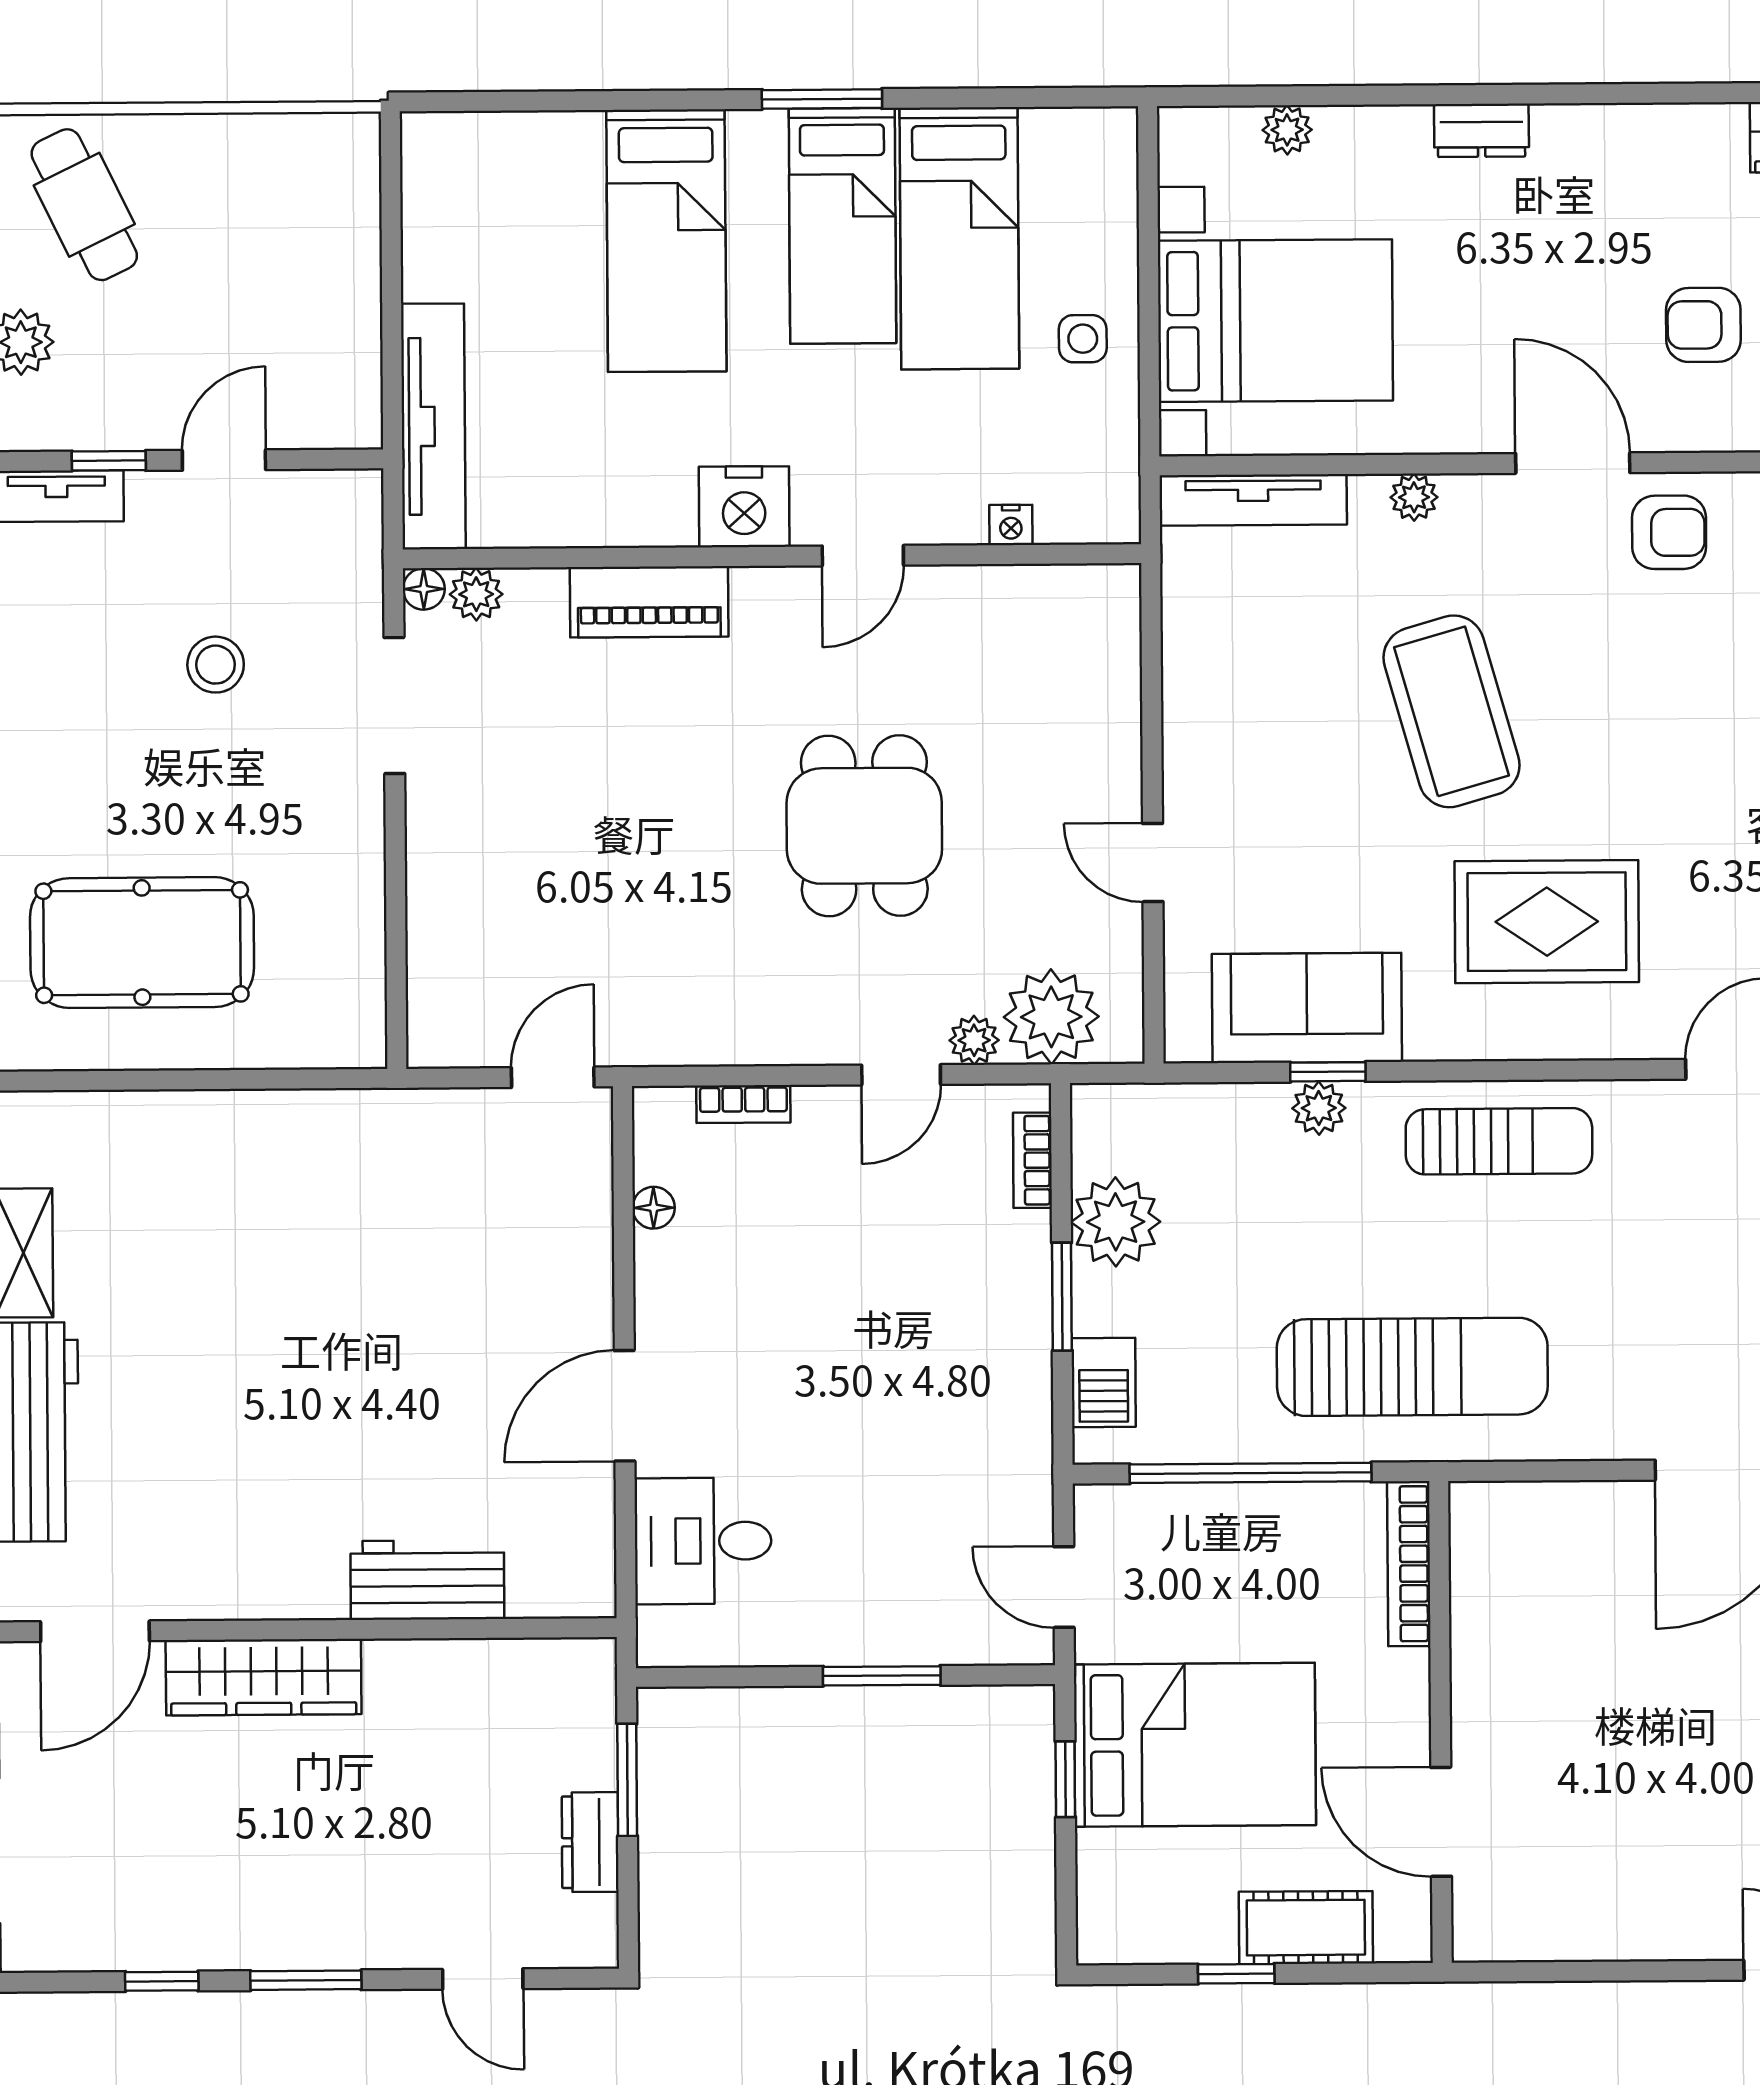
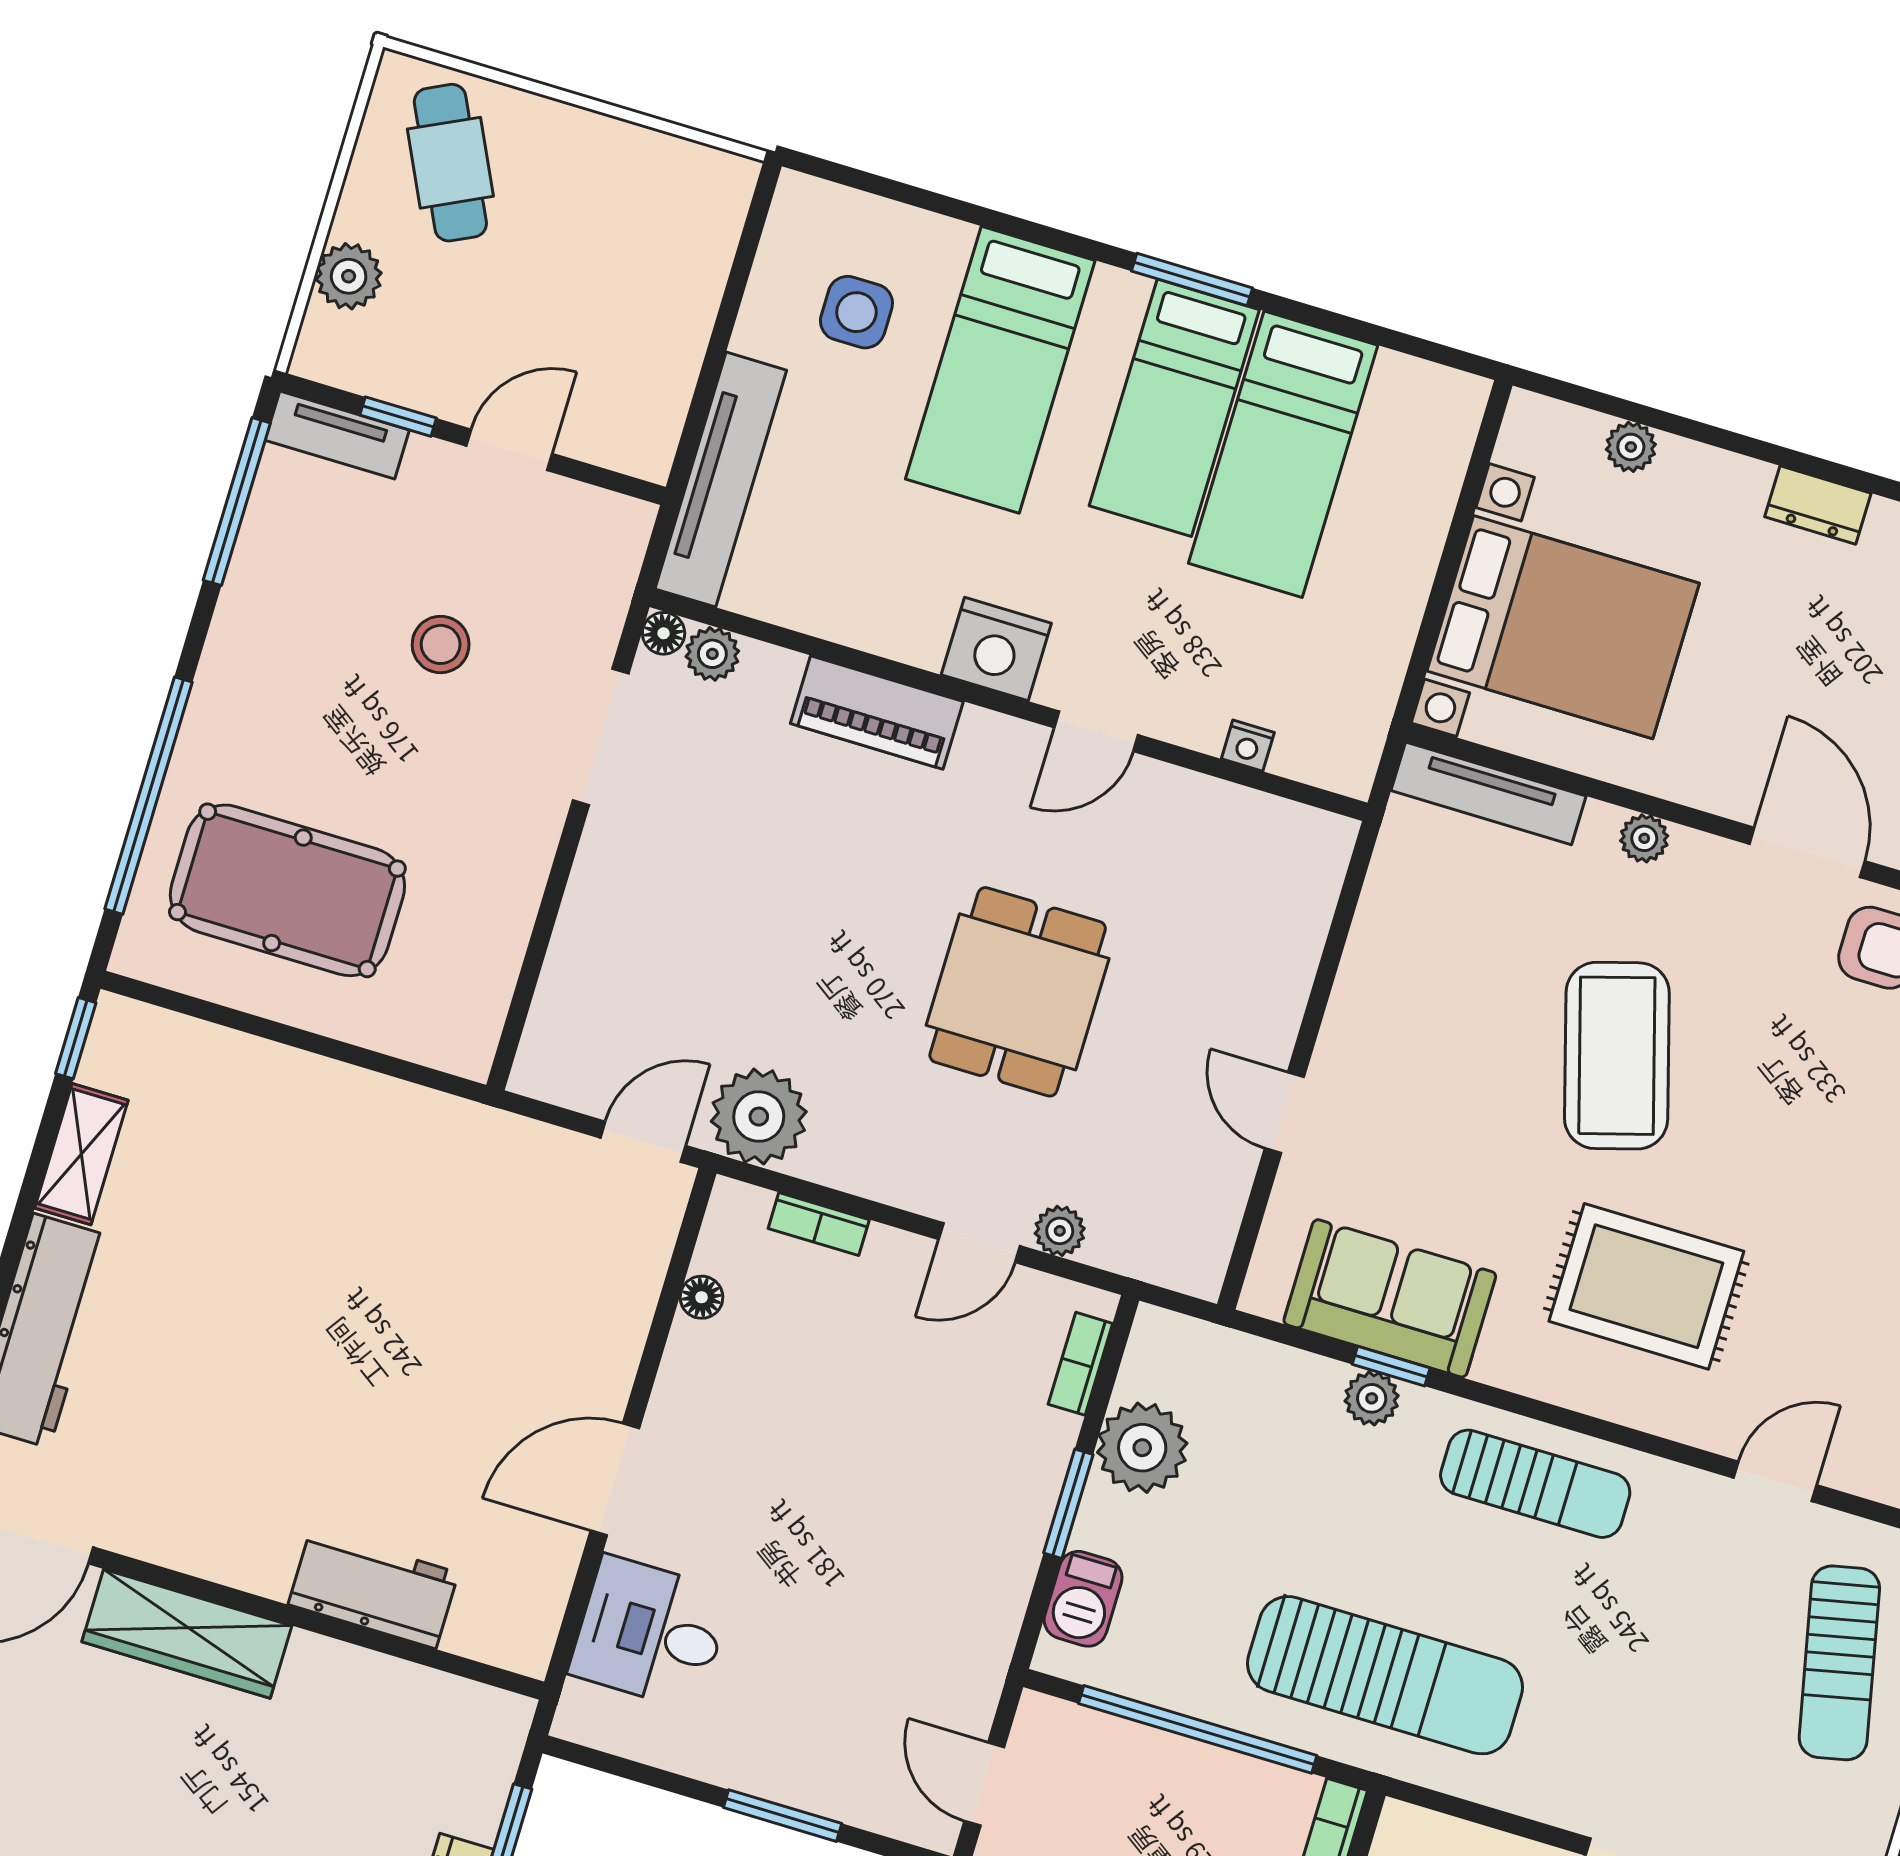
side table: (1083, 339) -> (856, 312), moved, width x1.37, depth x1.37
plant: (1051, 1017) -> (759, 1117), moved

